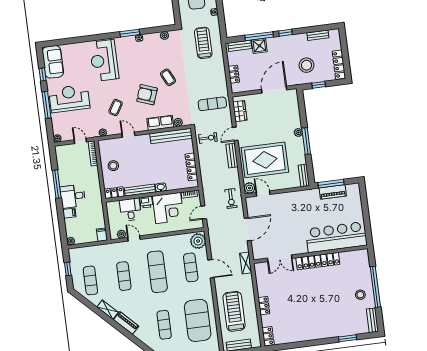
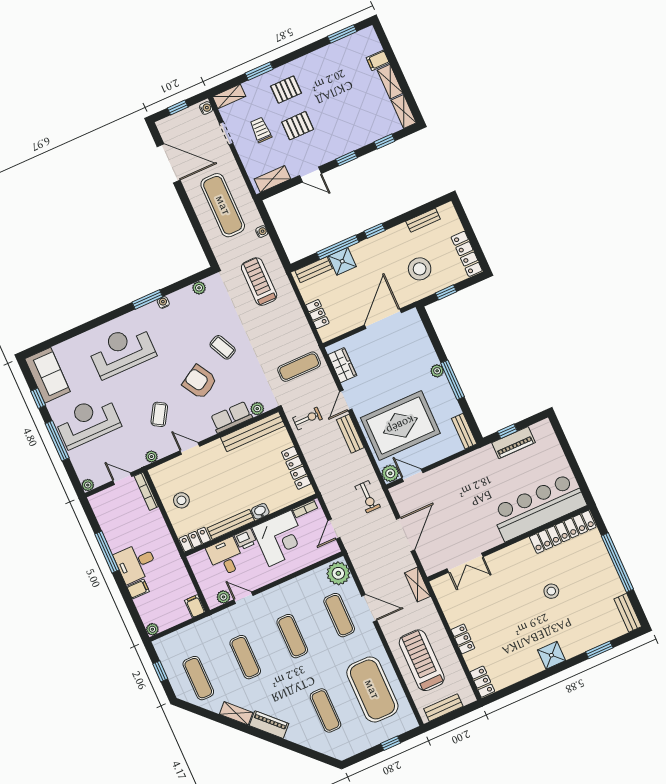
reception desk: (104, 60) -> (122, 351), turned 90
armchair: (147, 95) -> (200, 382), turned 39
window: (331, 184) -> (507, 431), width x0.46
locker: (318, 261) -> (563, 532), moved
exercise mat: (157, 272) -> (292, 636), width x0.73, depth x0.69
stool: (360, 295) -> (551, 591), moved
shower: (316, 333) -> (551, 655), added

